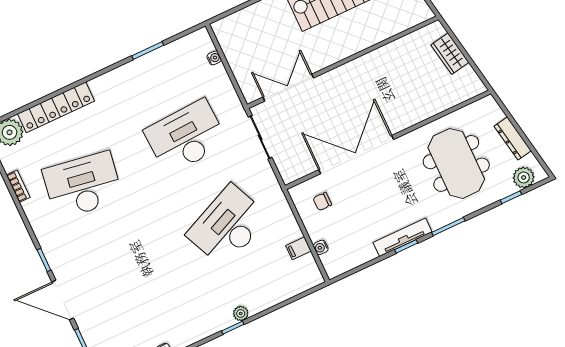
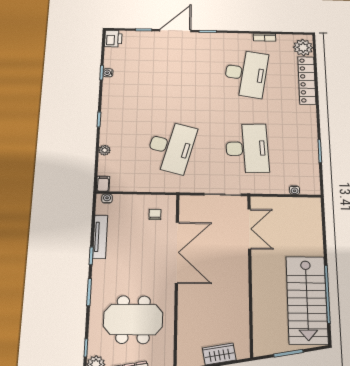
desk: (228, 226) -> (171, 147), turned 39
tv unit: (403, 237) -> (100, 237), moved
water cooler: (321, 247) -> (107, 199), moved
filing cabinet: (298, 248) -> (103, 184), moved
plant: (241, 313) -> (105, 150), moved

